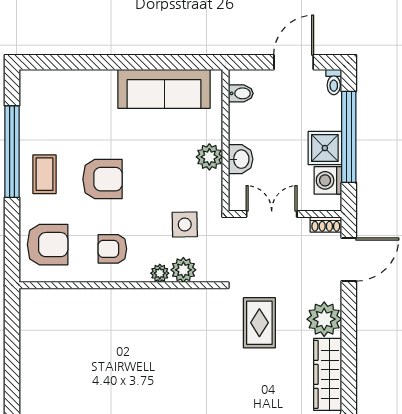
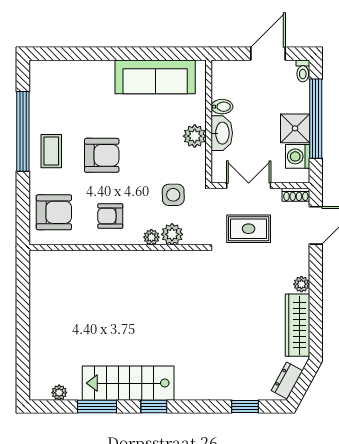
bidet: (241, 93) -> (222, 107), moved
washbasin: (241, 159) -> (222, 133), width x1.38
plant: (324, 319) -> (301, 284), width x0.53, depth x0.53
rug: (259, 323) -> (249, 229), moved, turned 90

